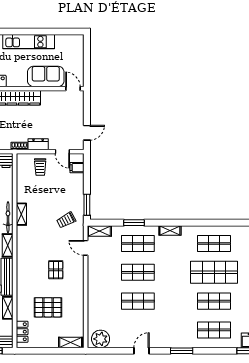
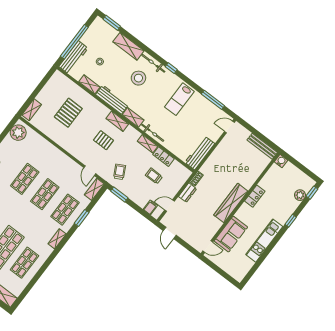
trolley: (40, 167) -> (154, 176), moved
door: (86, 248) -> (90, 171), swing flipped
shelving: (22, 257) -> (117, 121), added
pallet: (56, 270) -> (104, 140), moved
locker: (22, 332) -> (164, 157), moved

